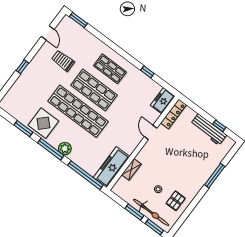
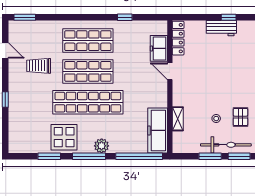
shop shelf: (110, 69) -> (88, 41), width x1.43, depth x1.36
freezer: (163, 101) -> (159, 48), moved
workbench: (209, 129) -> (221, 28), width x0.73

